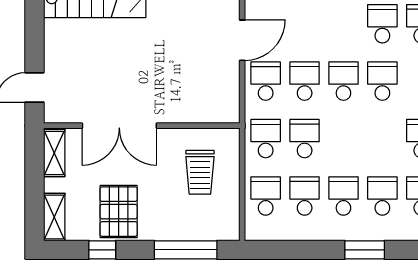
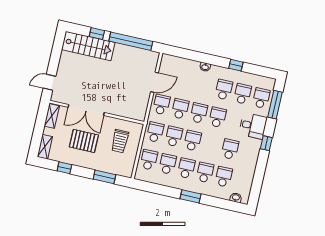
school desk: (343, 139) -> (193, 141), added
pallet: (119, 212) -> (84, 141), moved, turned 90
window: (186, 250) -> (104, 177), width x0.69

